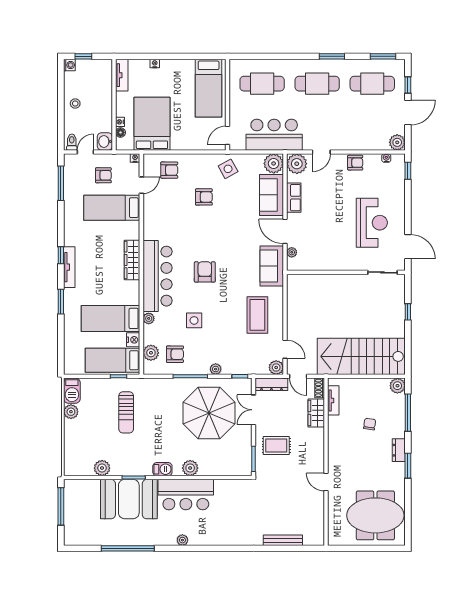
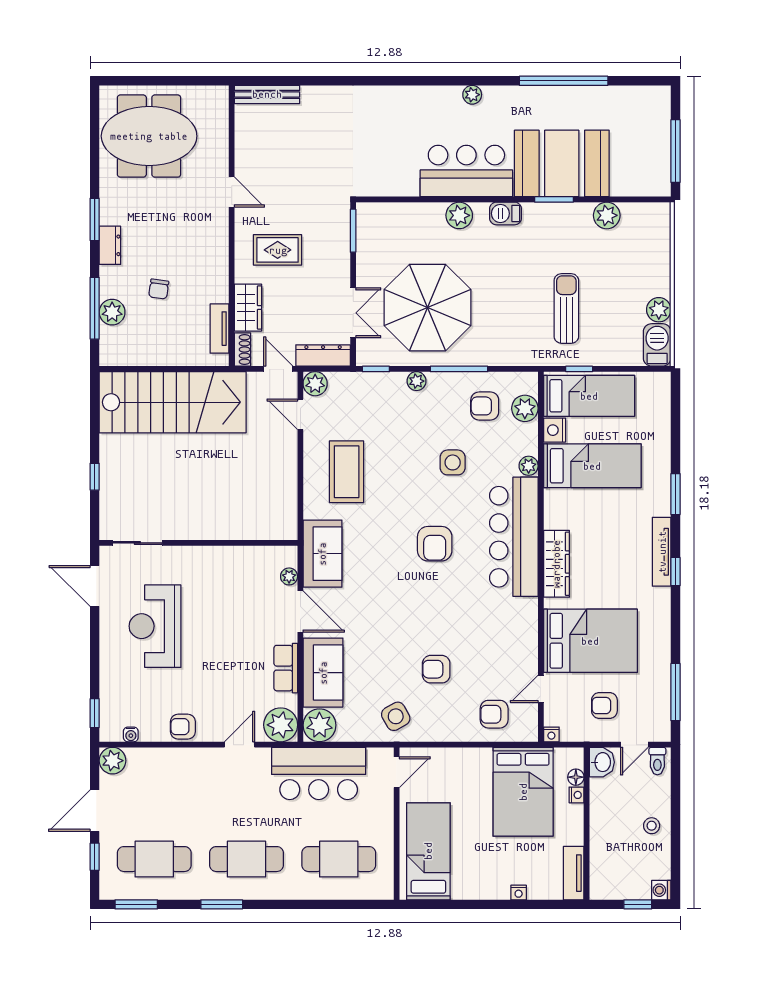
bed: (112, 208) -> (590, 641), width x1.50
plant: (397, 386) -> (112, 312), moved
rug: (276, 445) -> (278, 250), moved
bench: (283, 540) -> (267, 94), moved

